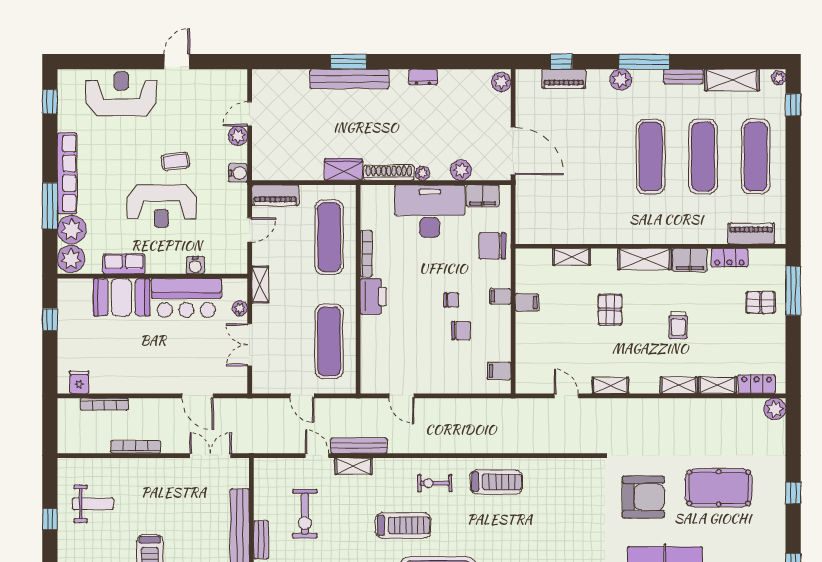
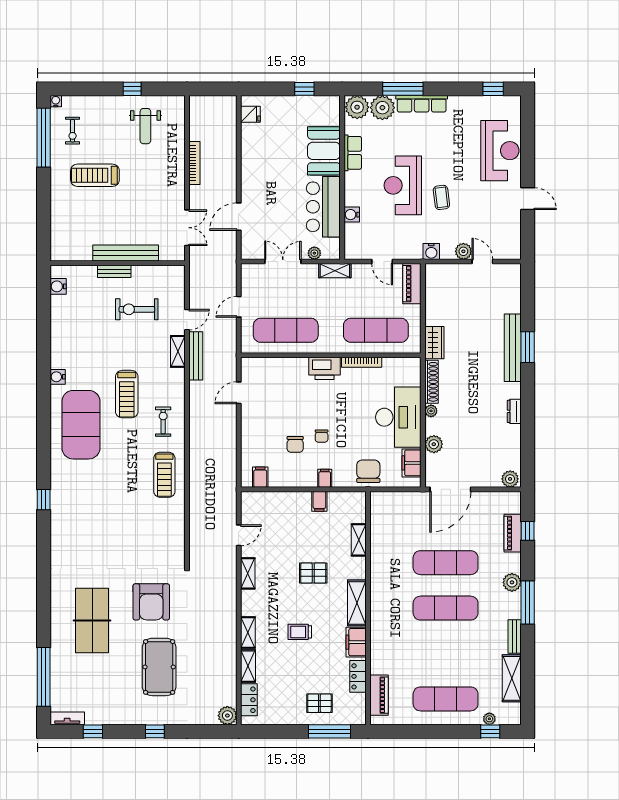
plant: (779, 78) -> (489, 719), moved
exercise mat: (703, 157) -> (446, 563), moved
row of seats: (67, 173) -> (422, 104), width x0.73
pallet: (761, 302) -> (319, 703), turned 90
bookcase: (104, 404) -> (231, 136), removed

